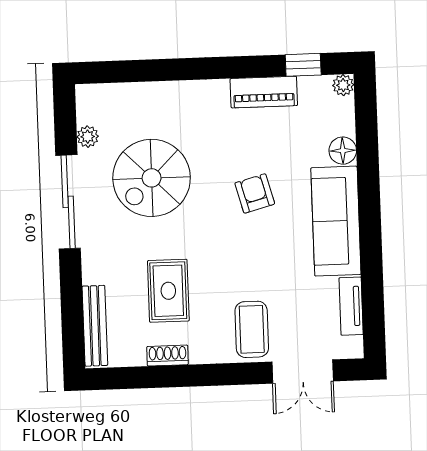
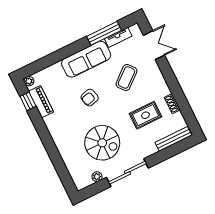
piano: (264, 92) -> (41, 102), moved
floor lamp: (343, 151) -> (56, 69), removed
window: (372, 281) -> (104, 33), added
coffee table: (252, 329) -> (126, 77), moved, turned -40

